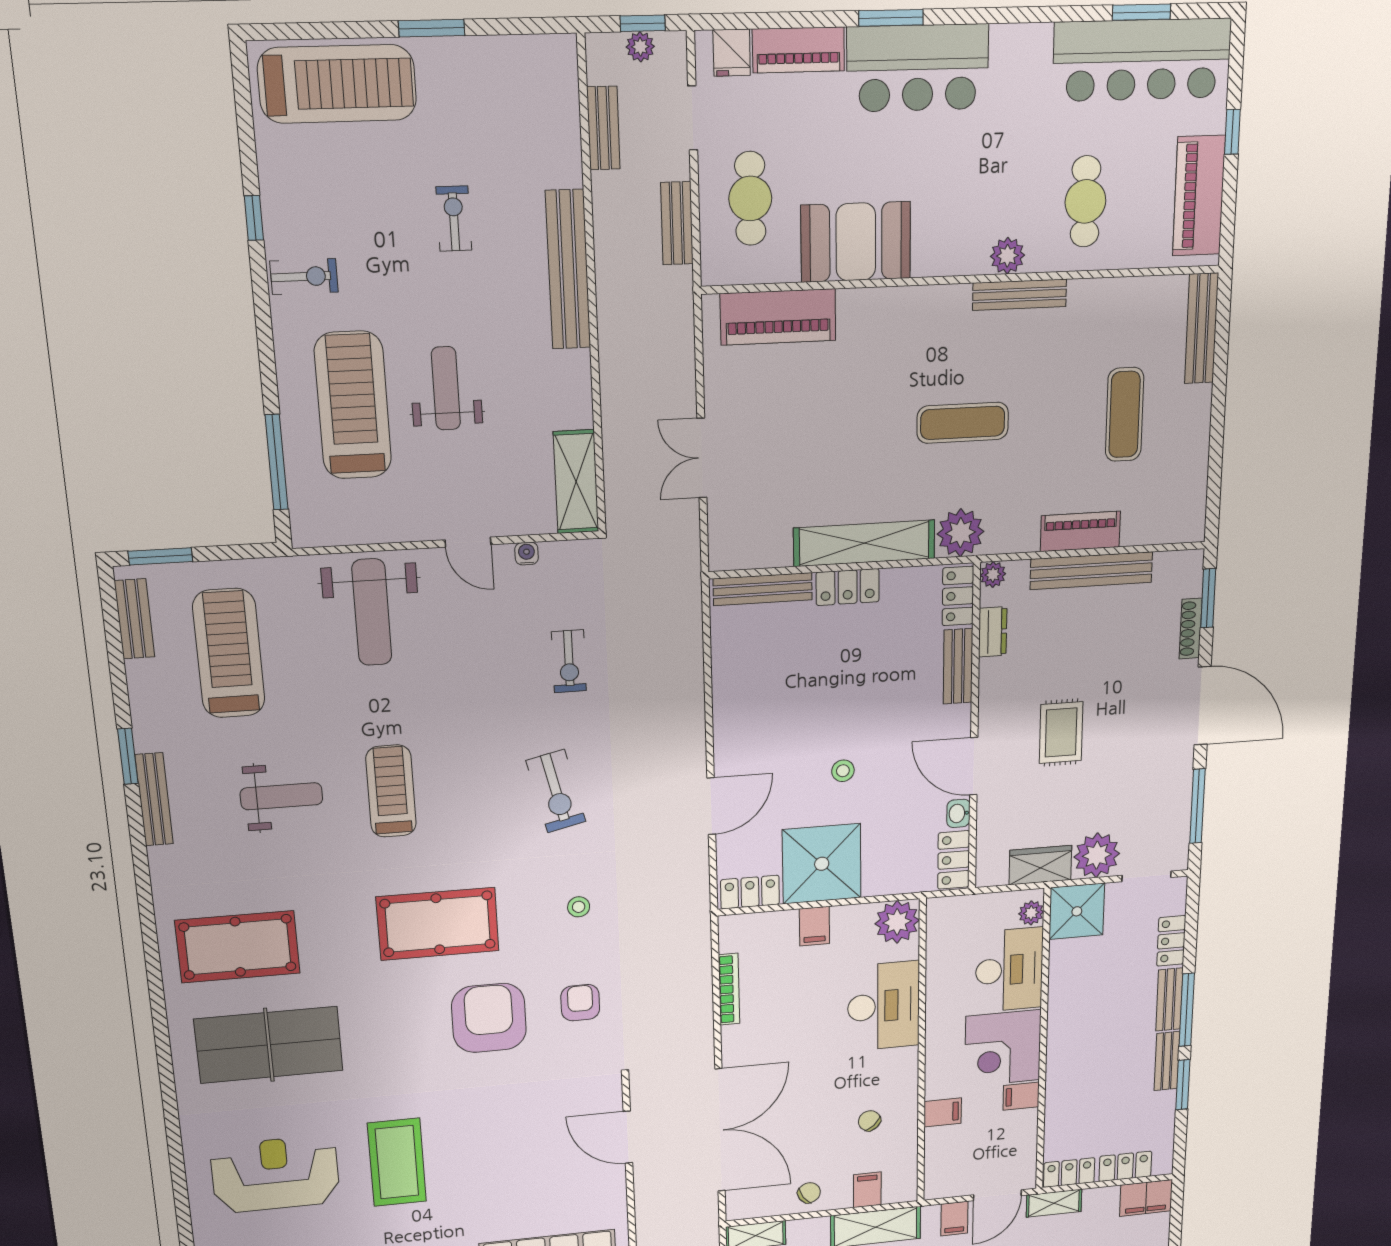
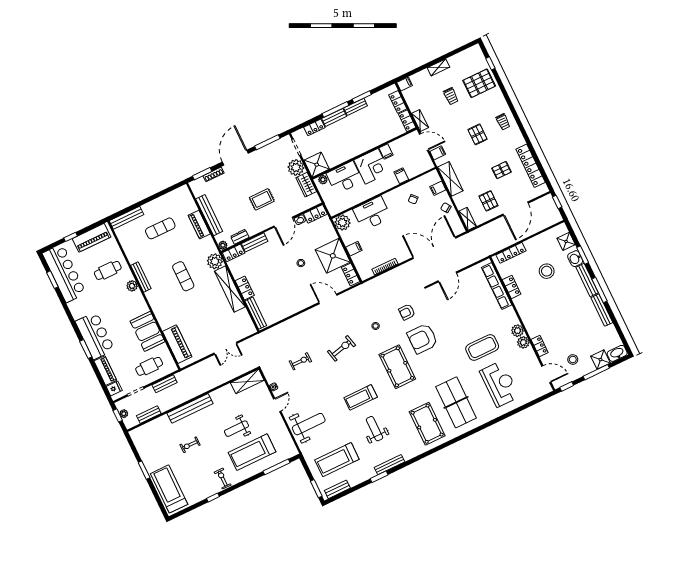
reception desk: (275, 1174) -> (500, 384), turned 180
filing cabinet: (1146, 1198) -> (405, 84), width x0.50

